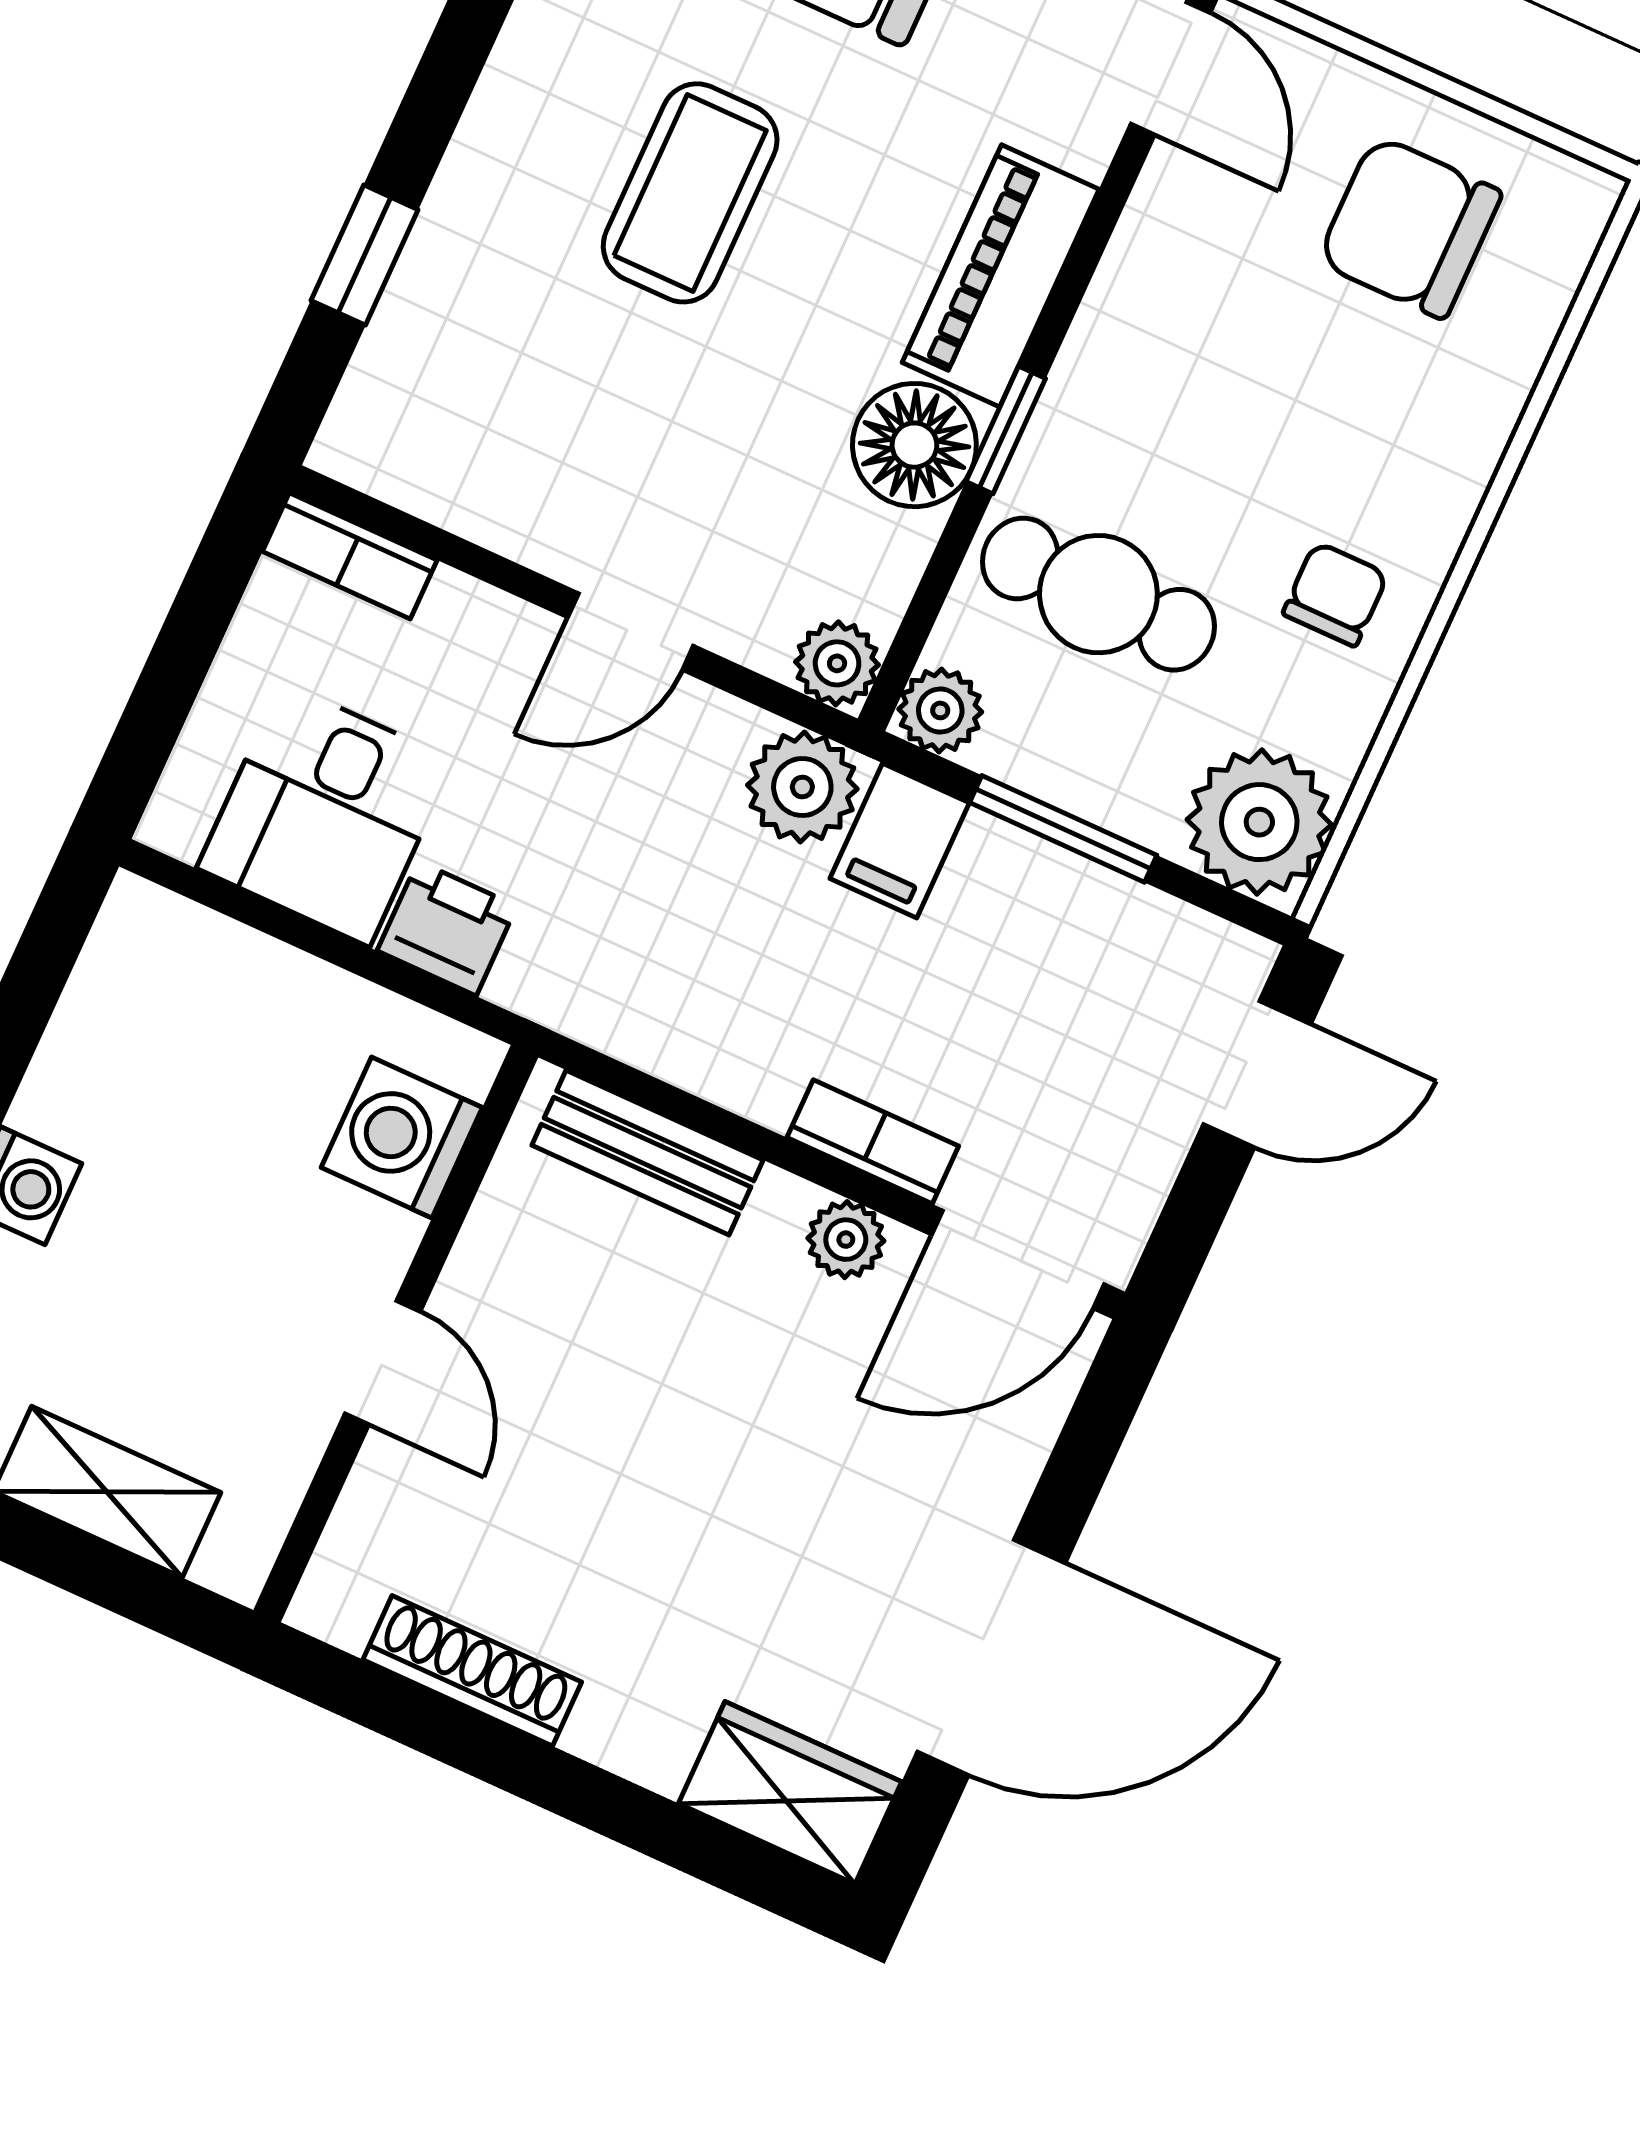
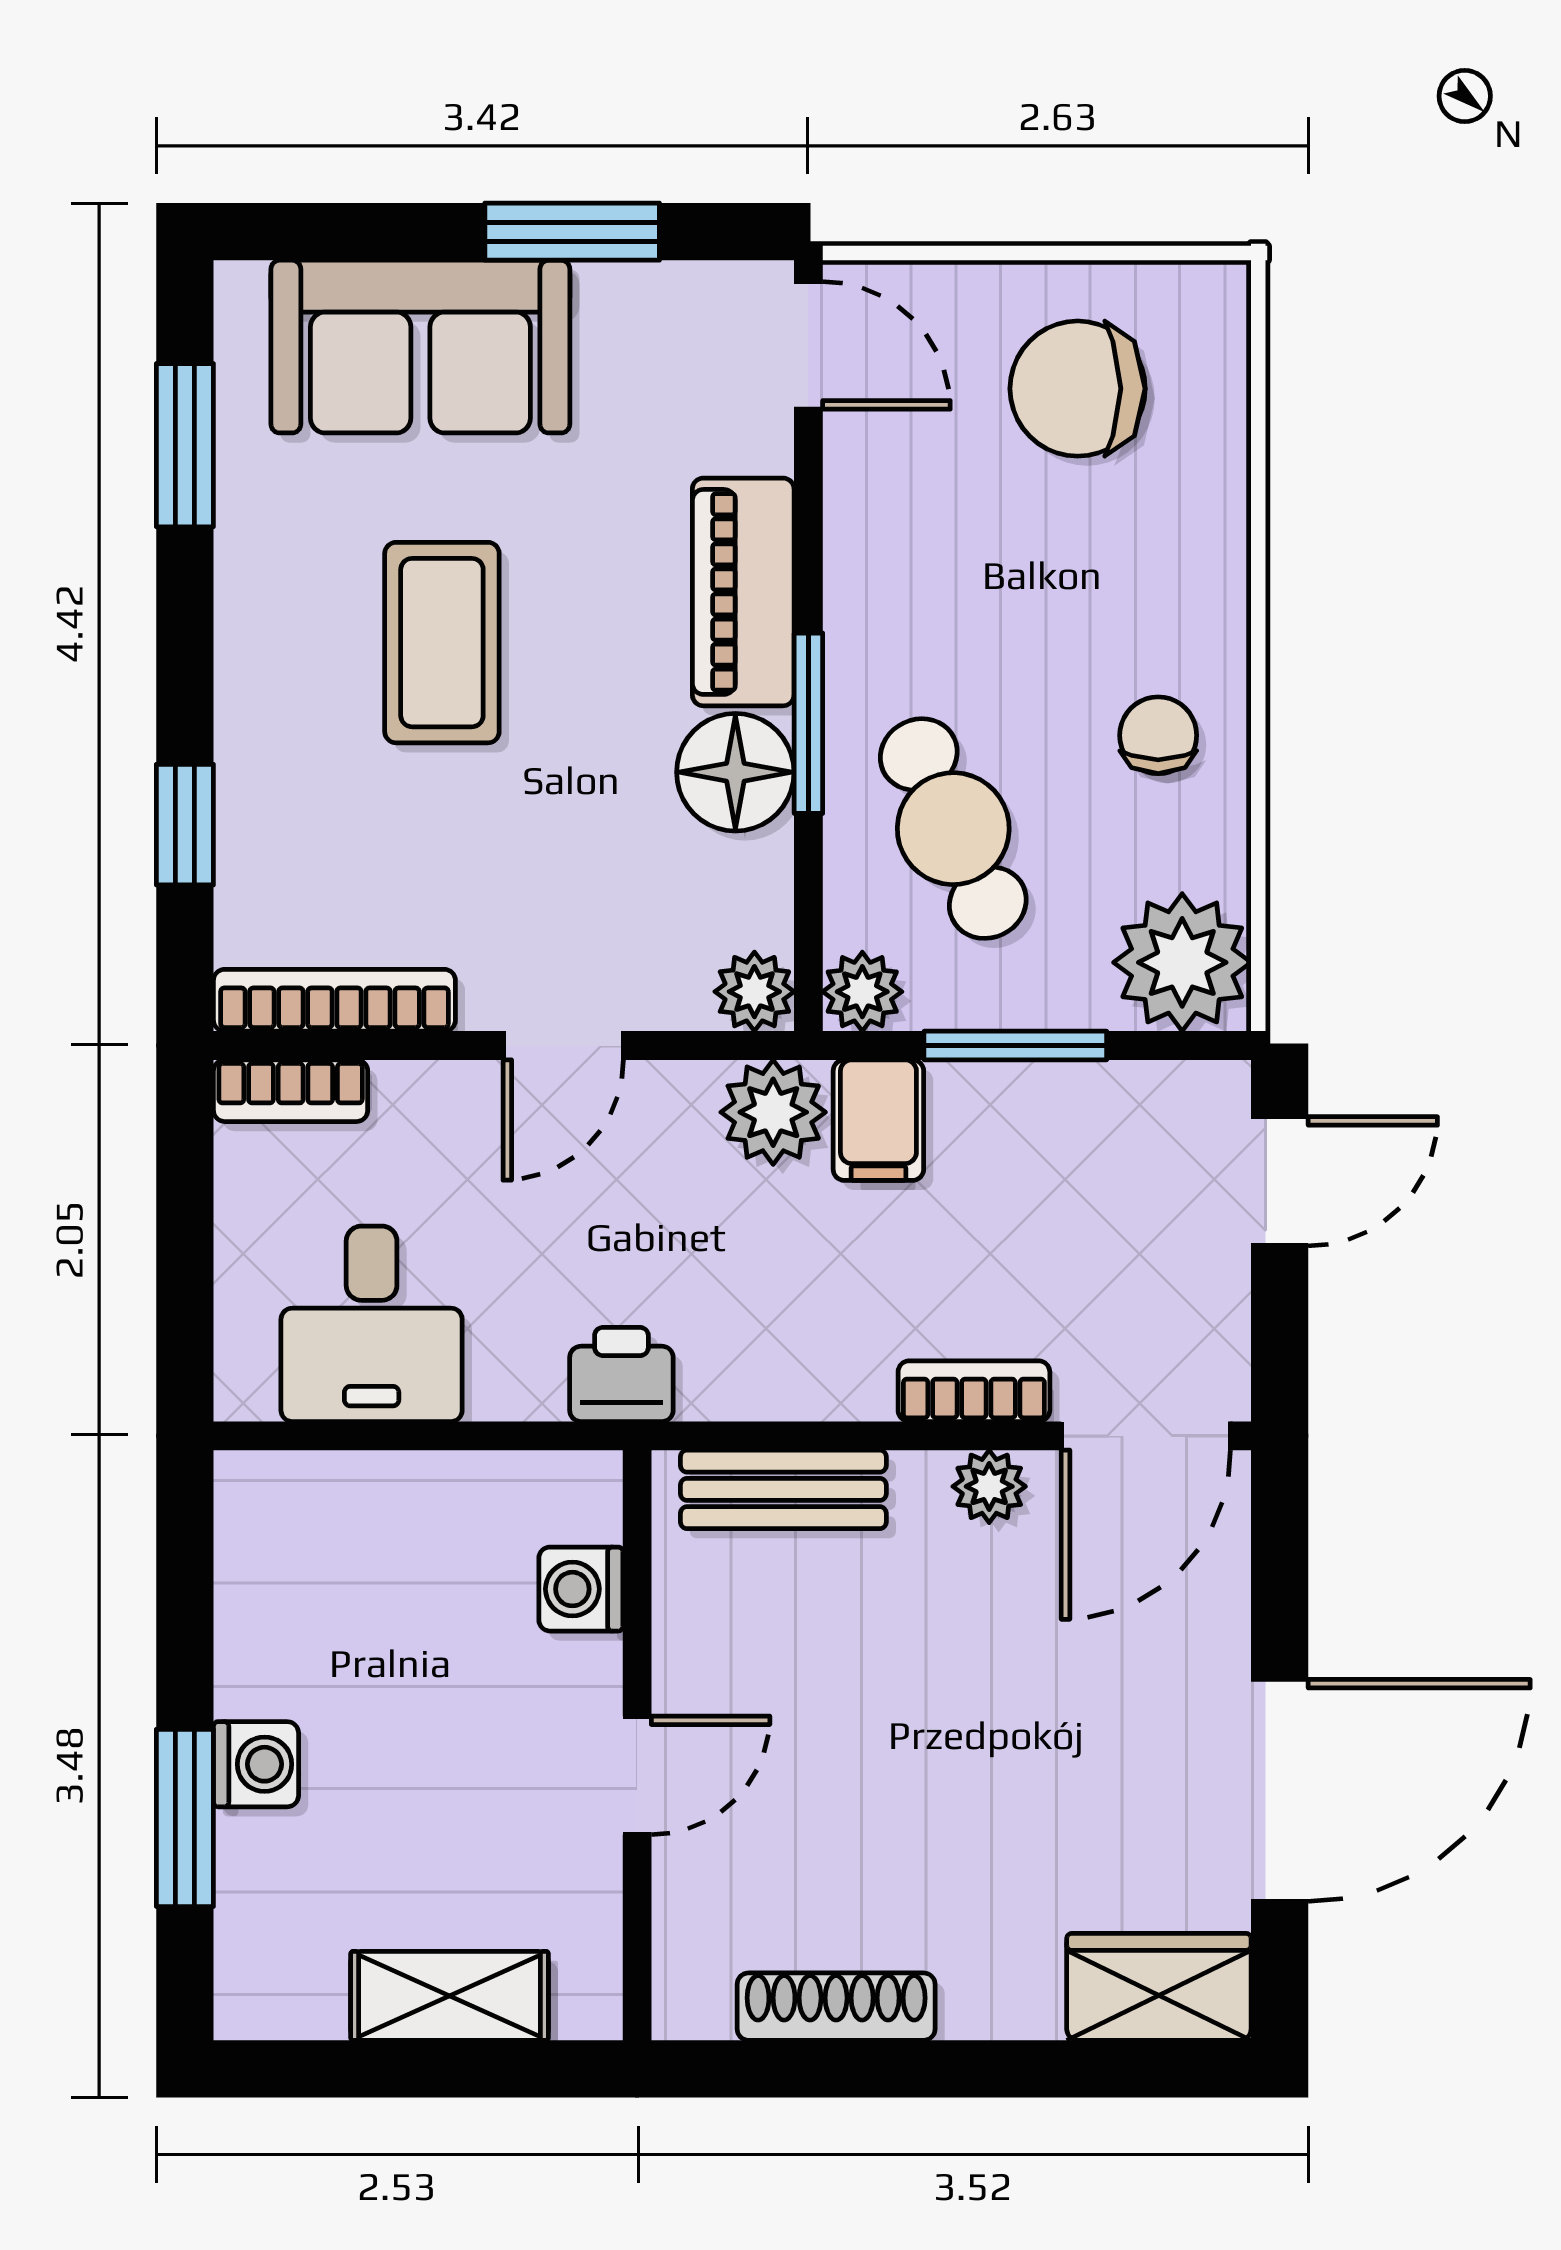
window: (1006, 430) -> (808, 723), width x1.50
bookcase: (431, 488) -> (334, 1000), added
cafe table: (1098, 594) -> (953, 829), turned 65
printer: (447, 928) -> (621, 1374), moved
washing machine: (402, 1138) -> (581, 1589), width x0.73, depth x0.73
door: (383, 1362) -> (637, 1775), hinge flipped

